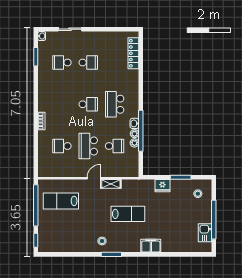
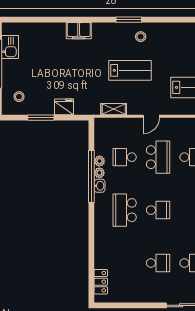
locker: (133, 53) -> (101, 282), width x0.66
school desk: (88, 63) -> (158, 263), turned 180
school desk: (88, 104) -> (158, 210), turned 180
school desk: (115, 104) -> (125, 210), turned 180
shelving: (111, 184) -> (114, 109), moved
lab bench: (128, 214) -> (130, 70), moved, turned 180

